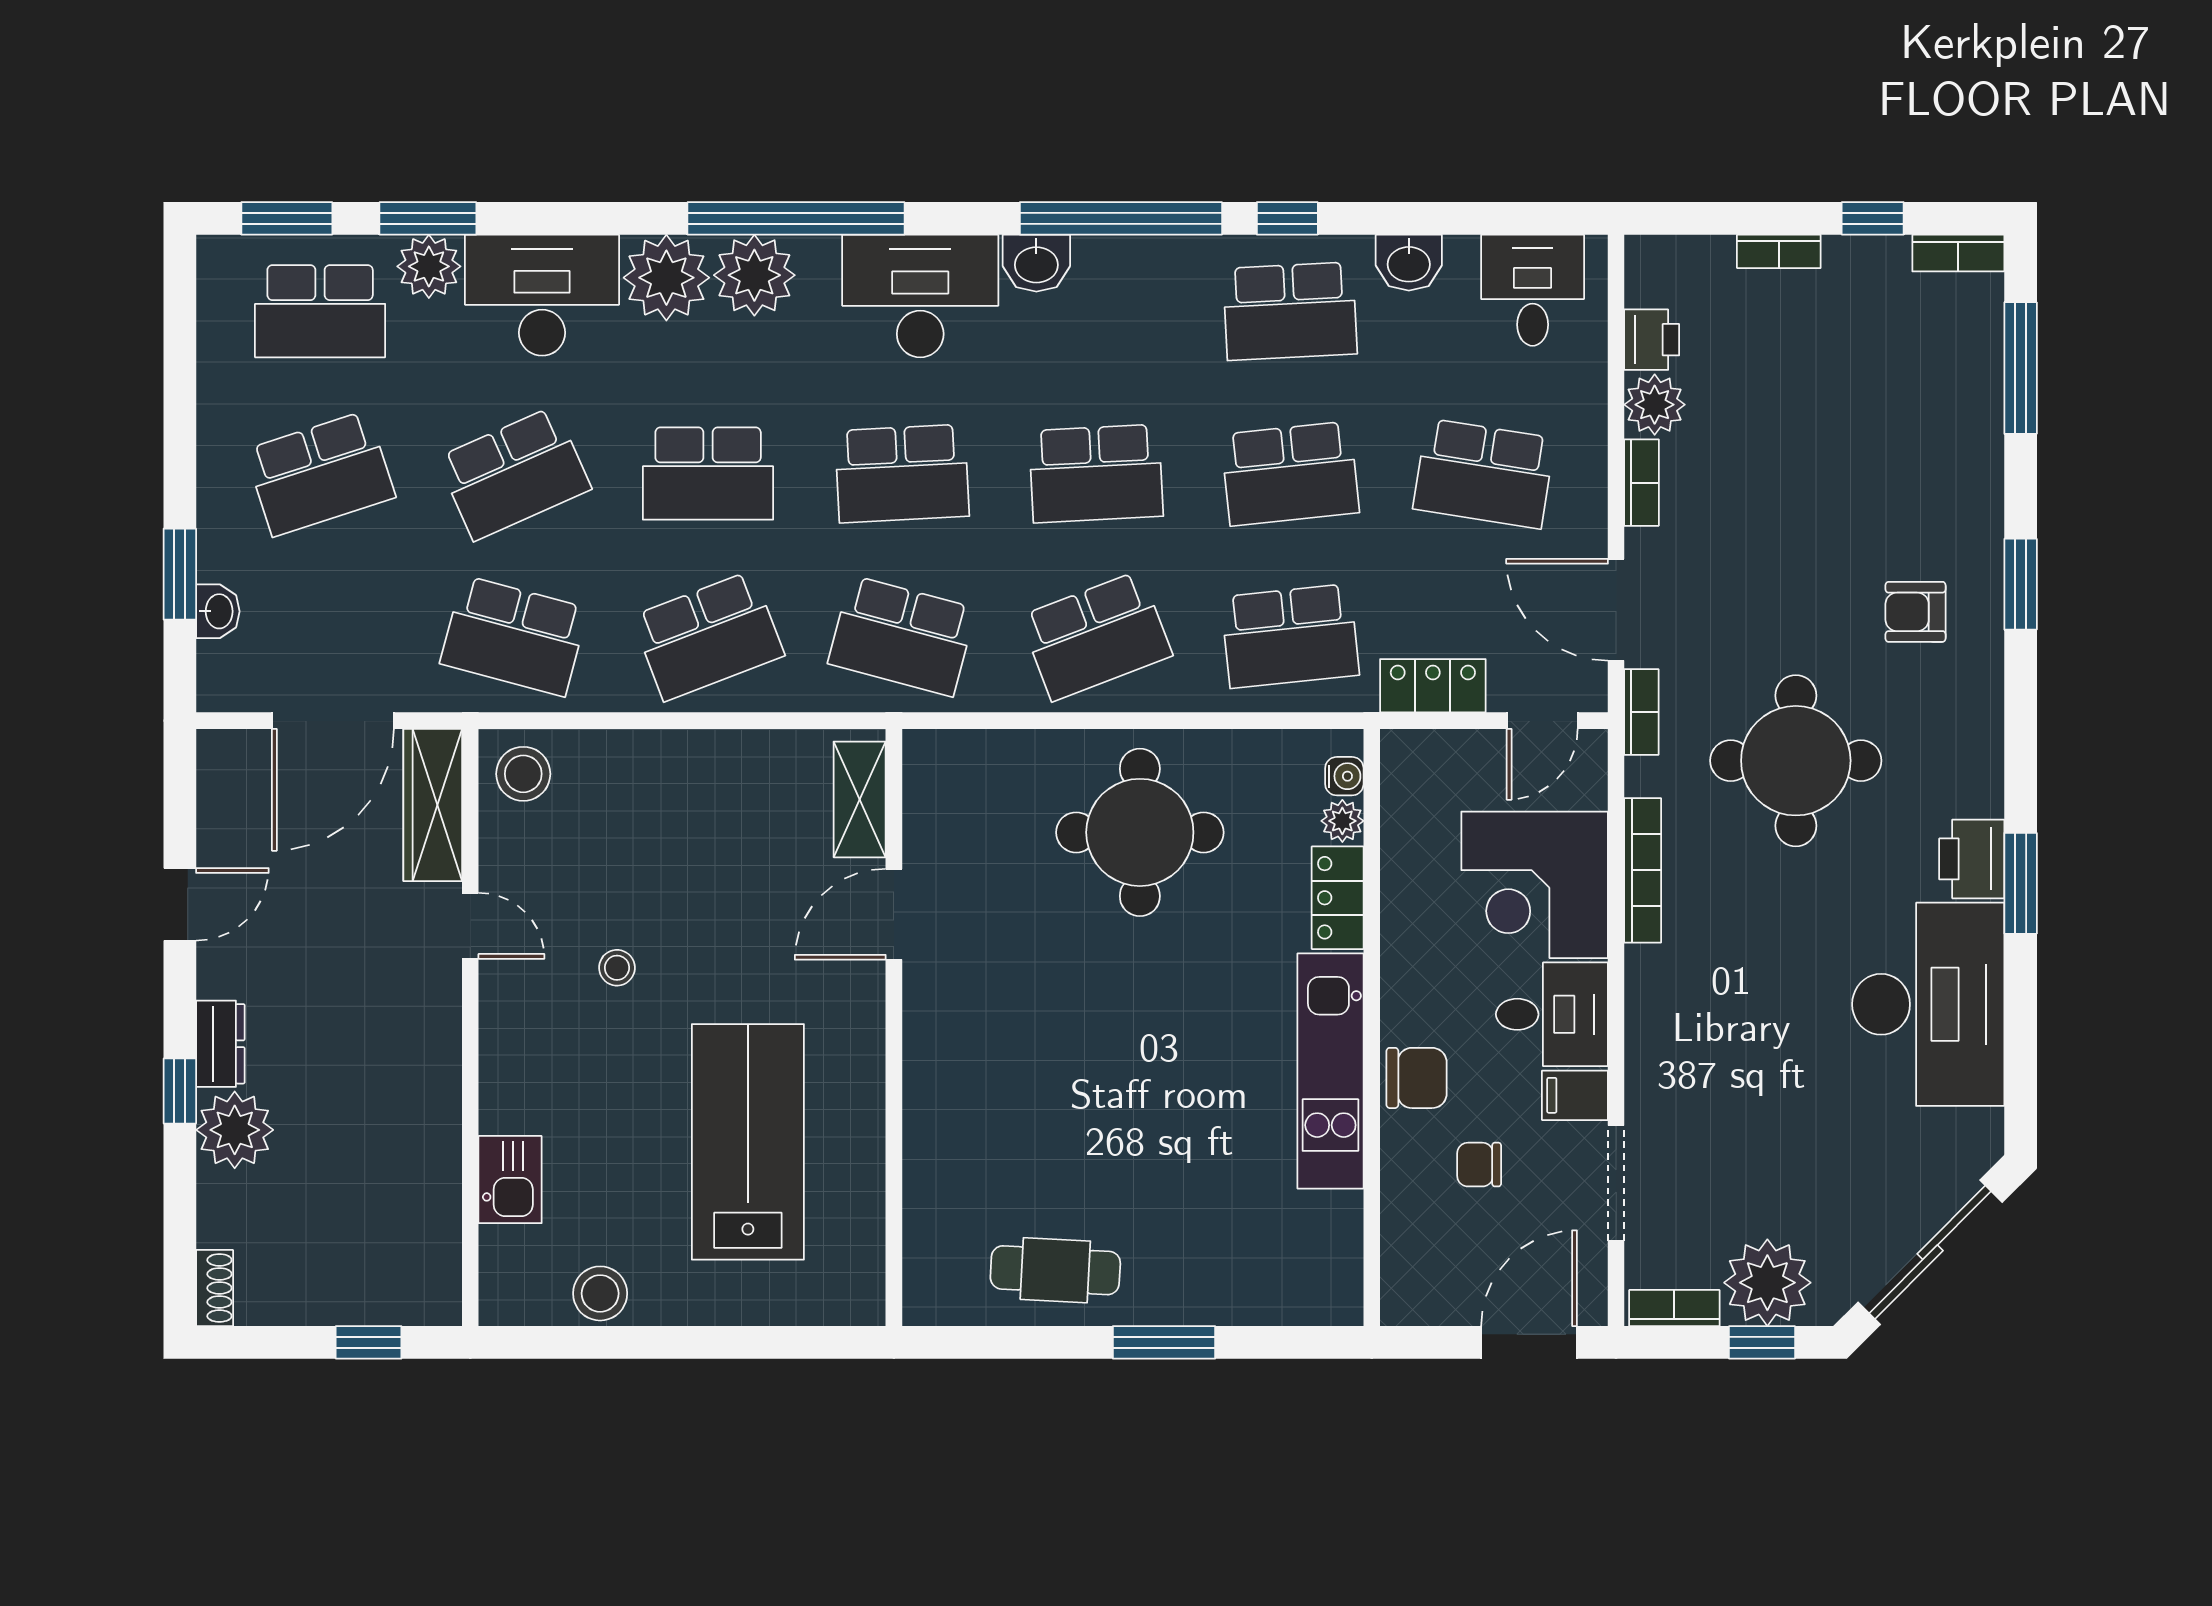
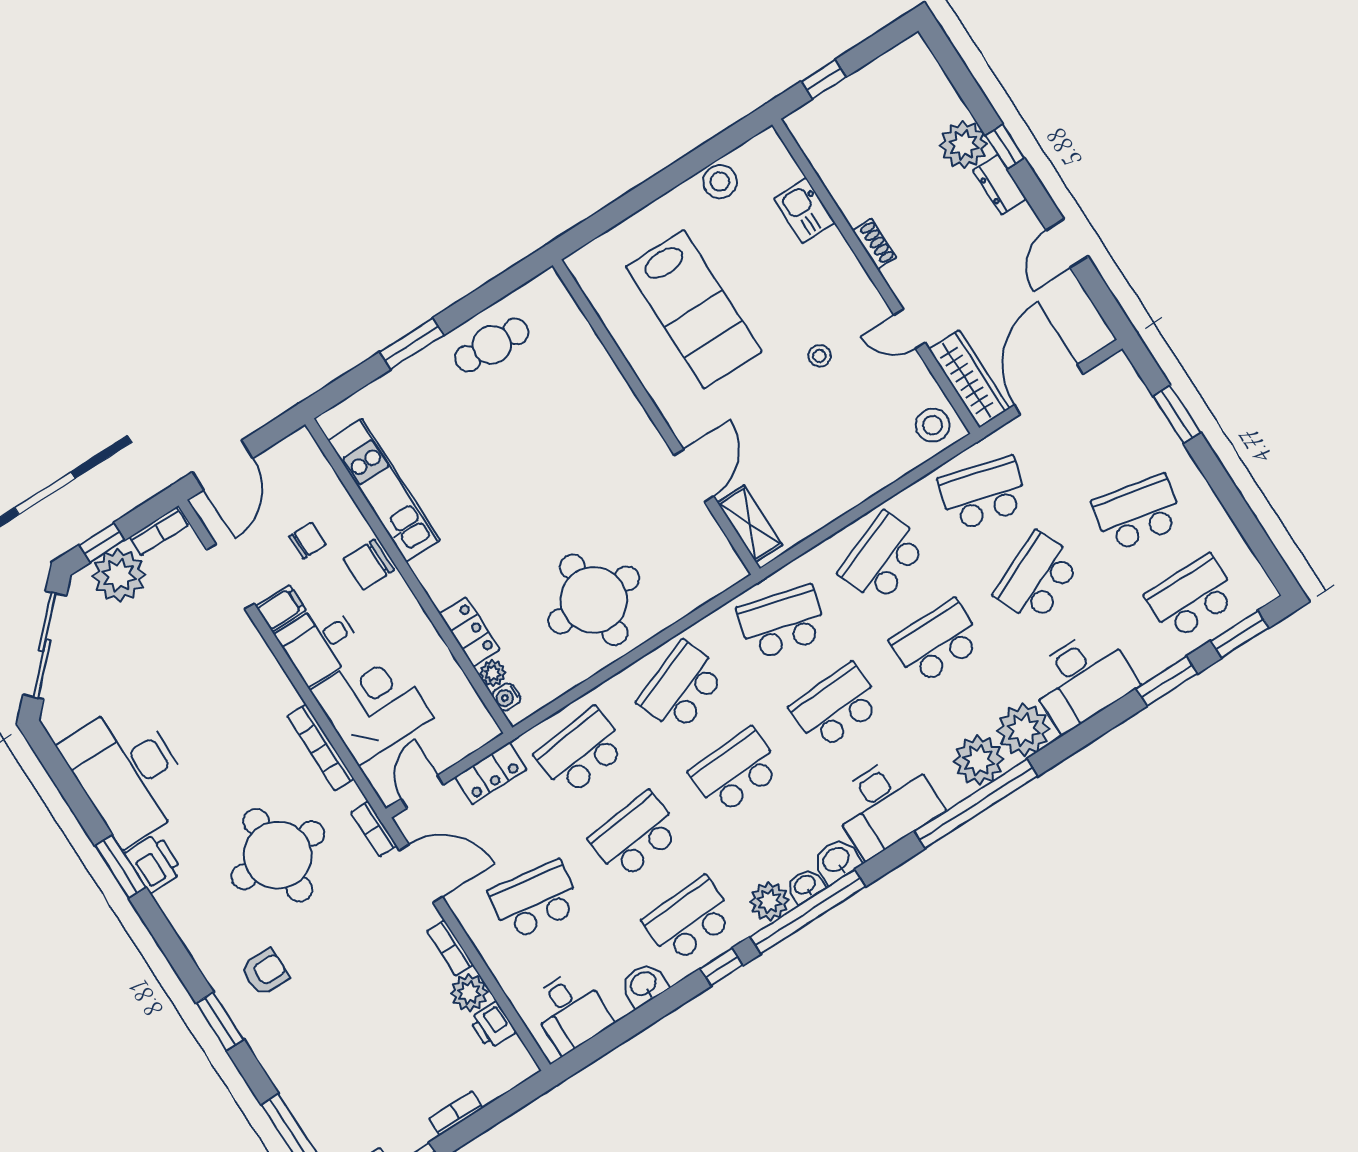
plant: (429, 266) -> (769, 901), moved
school desk: (320, 474) -> (1138, 513), turned 30
washbasin: (218, 611) -> (805, 885), moved, turned 90
kitchen unit: (1330, 1071) -> (384, 490), moved
shoe rack: (215, 1288) -> (874, 244), moved, turned 180

